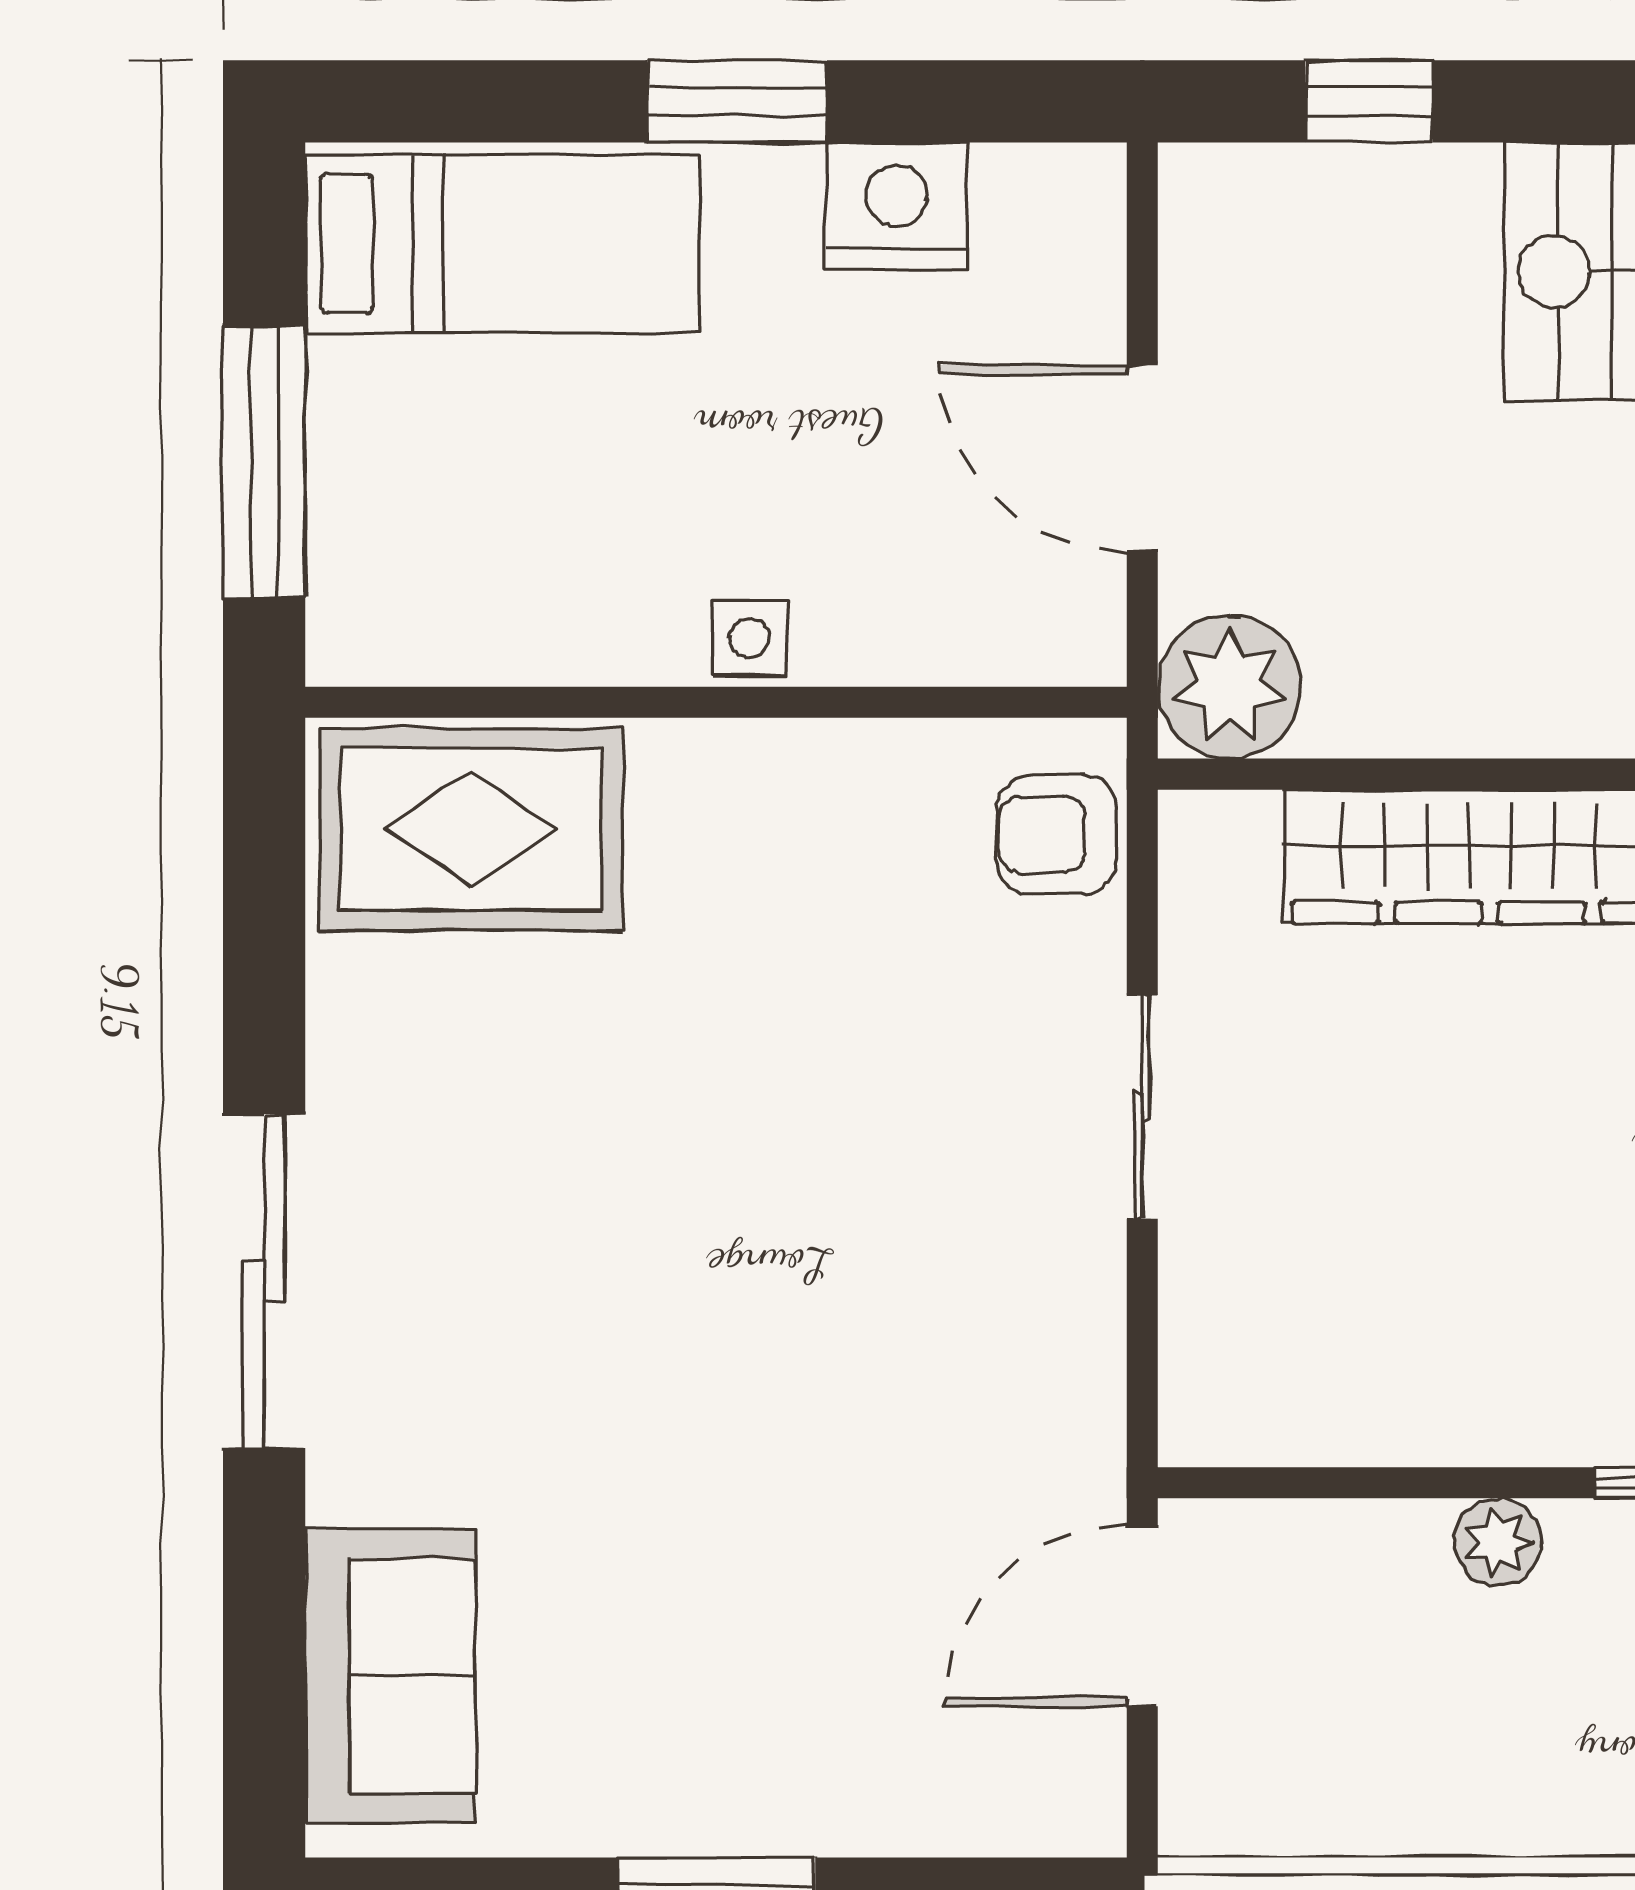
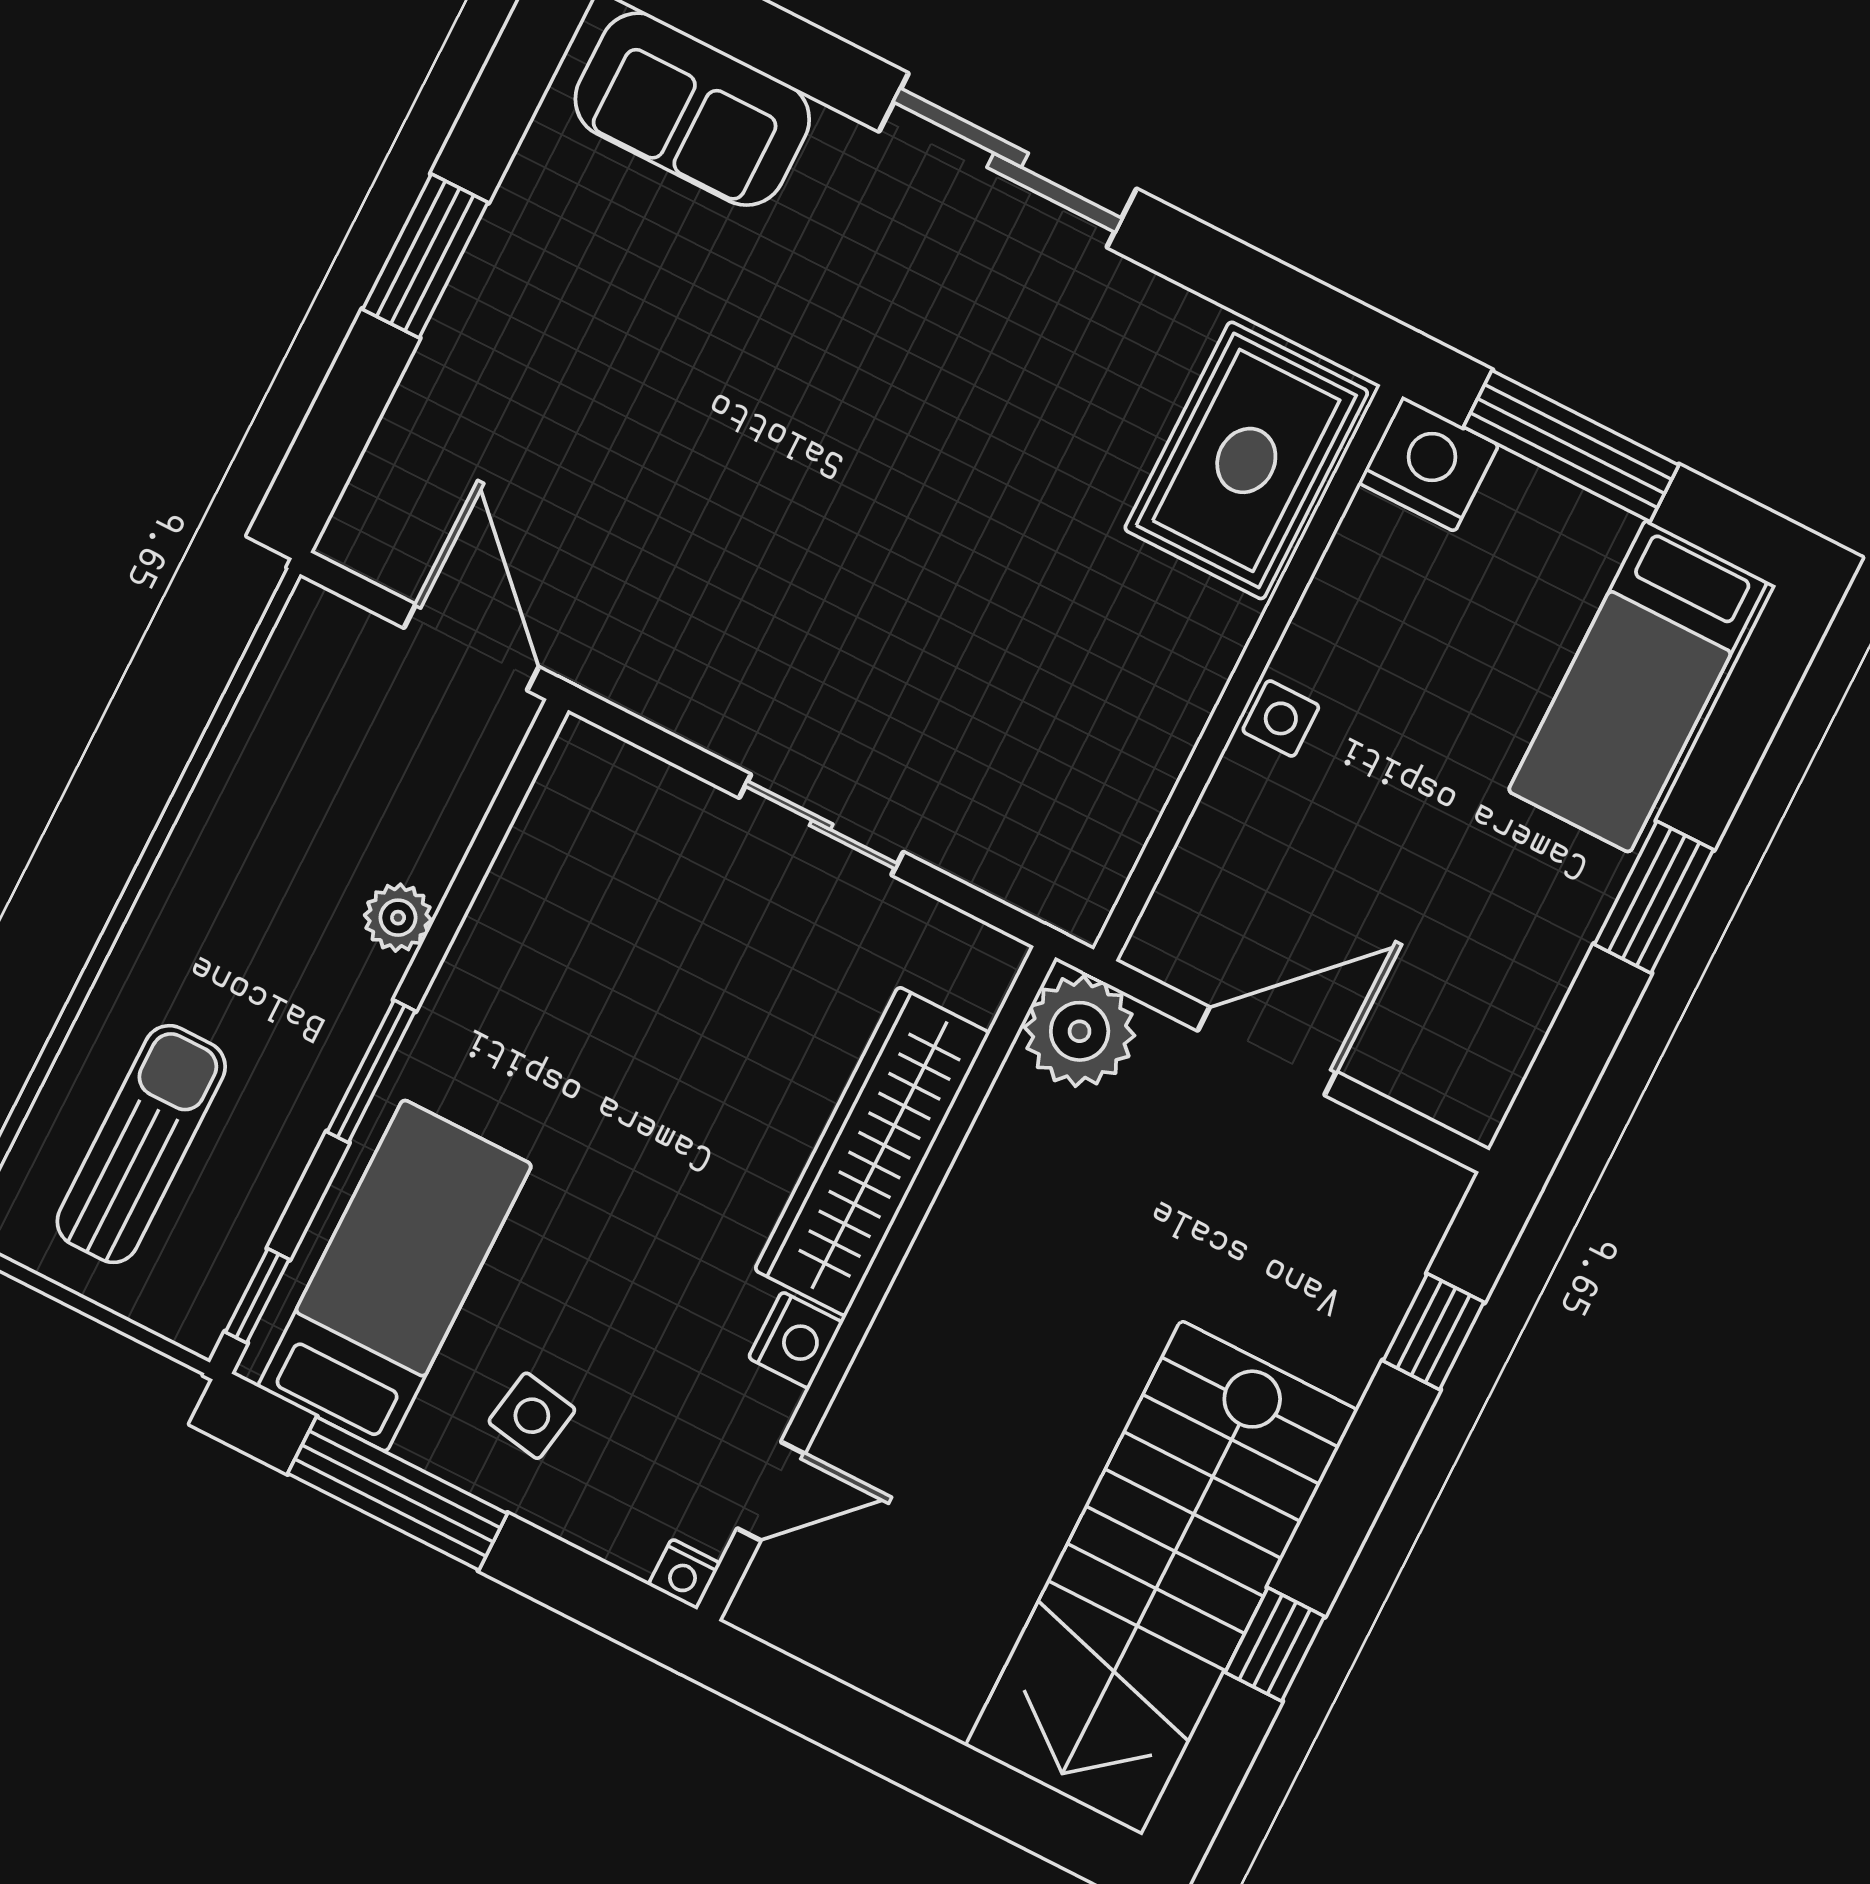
nightstand: (896, 206) -> (1428, 464), moved, turned -90
armchair: (1056, 835) -> (1038, 861), removed

